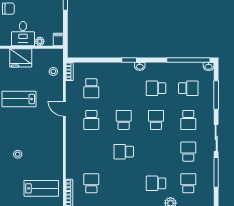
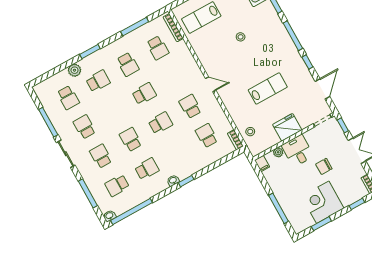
door: (64, 109) -> (211, 84), moved
school desk: (124, 120) -> (160, 123), turned -90
school desk: (156, 120) -> (131, 140), turned 180
school desk: (188, 152) -> (84, 127), turned 180
school desk: (124, 183) -> (128, 64), added

